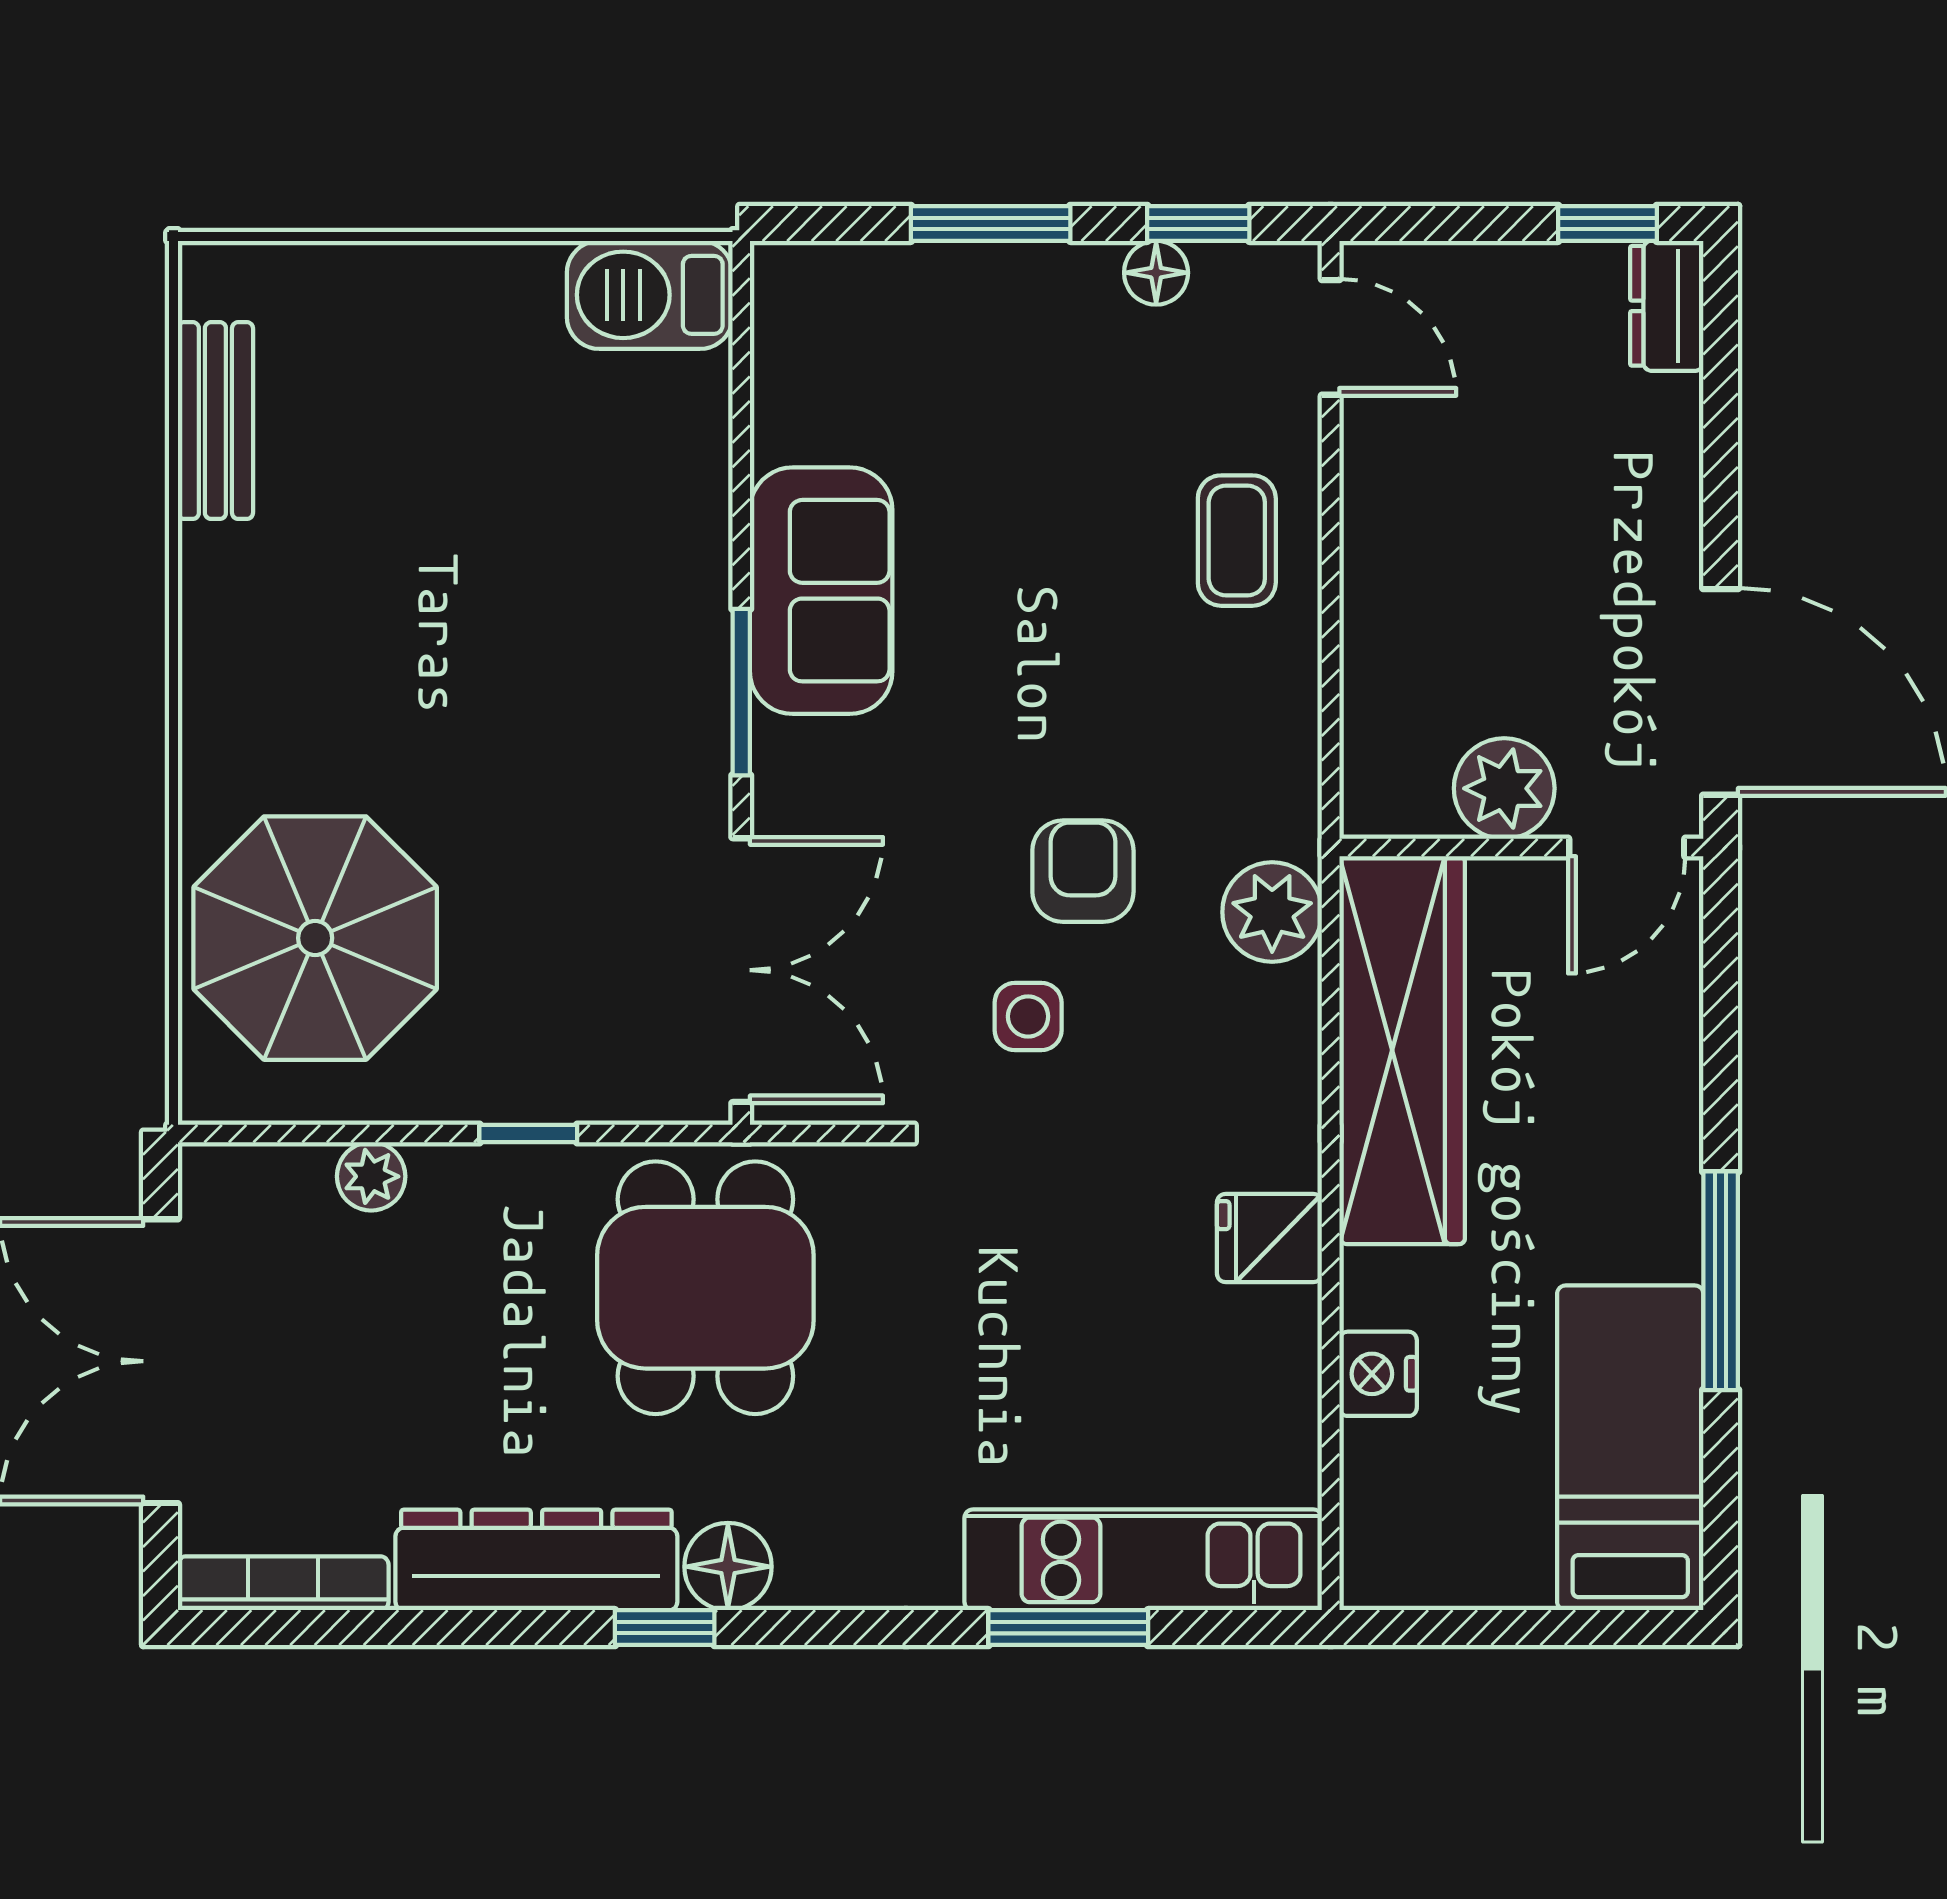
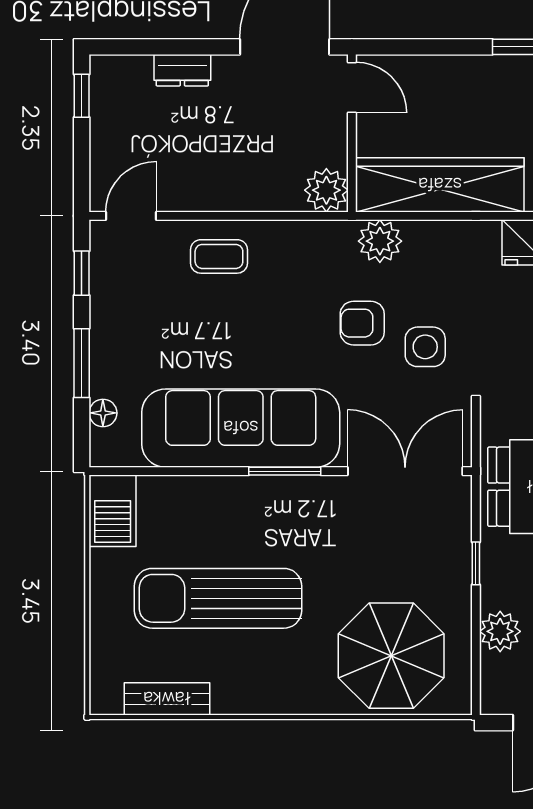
floor lamp: (1156, 273) -> (103, 413), moved
dresser: (1667, 306) -> (182, 70), moved
sun lounger: (448, 538) -> (218, 598), added
sofa: (821, 591) -> (241, 428), width x1.85, depth x1.27
plant: (1504, 788) -> (326, 190), moved
side table: (1028, 1016) -> (425, 347), width x1.37, depth x1.37
plant: (371, 1176) -> (500, 631), width x1.38, depth x1.38

